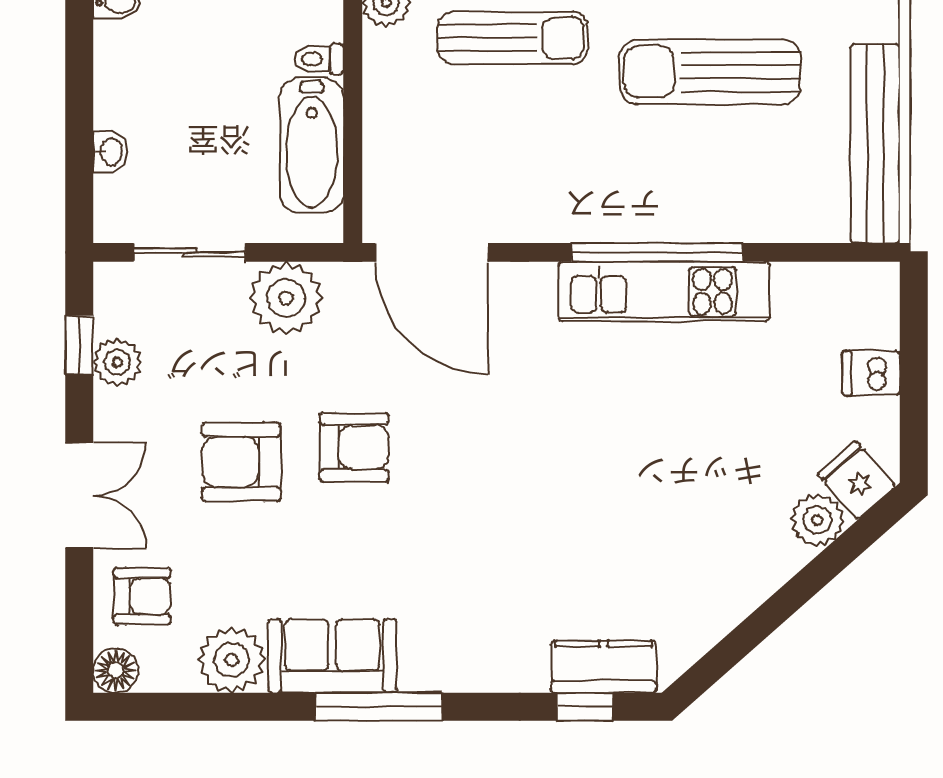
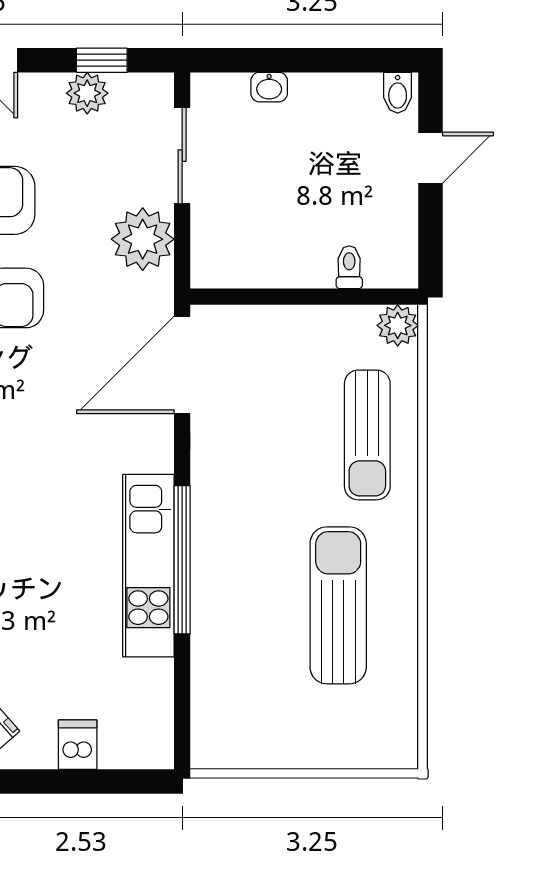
bench: (875, 143) -> (276, 748), removed
bathtub: (312, 145) -> (275, 261), removed

